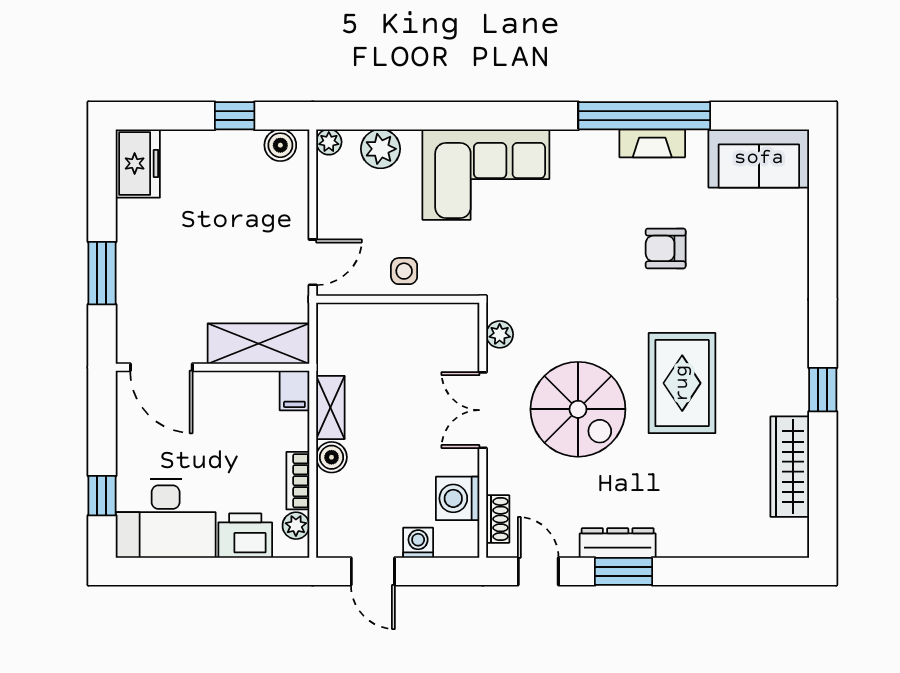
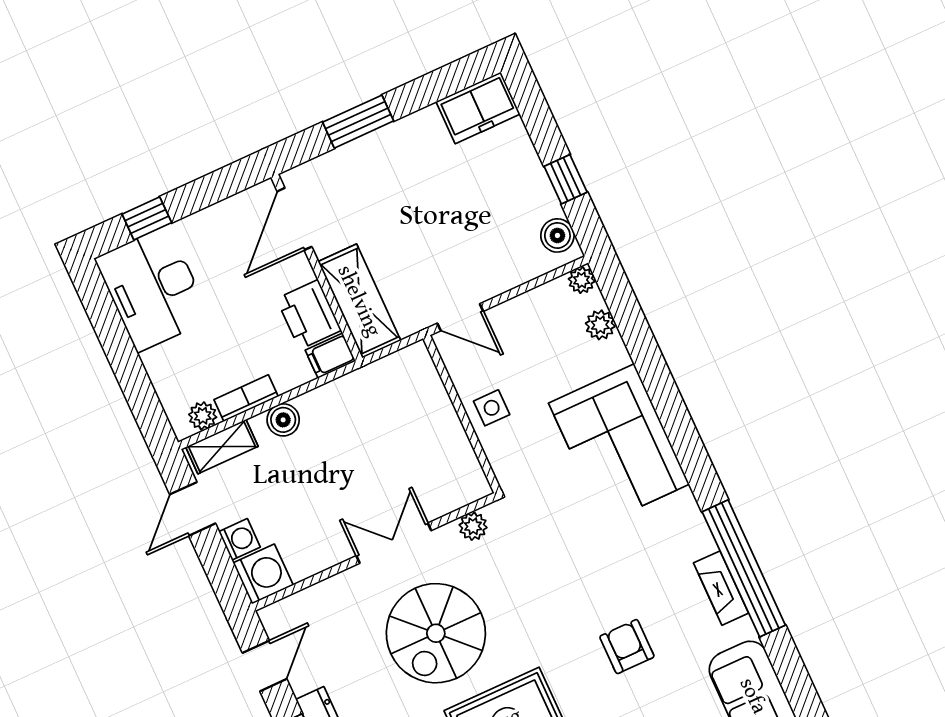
plant: (381, 149) -> (600, 325), width x0.73, depth x0.73
shelving: (330, 407) -> (222, 447), moved
washing machine: (458, 498) -> (263, 574), moved, turned 90
shoe rack: (498, 519) -> (297, 605), removed
printer: (245, 536) -> (309, 314), moved, turned 180

